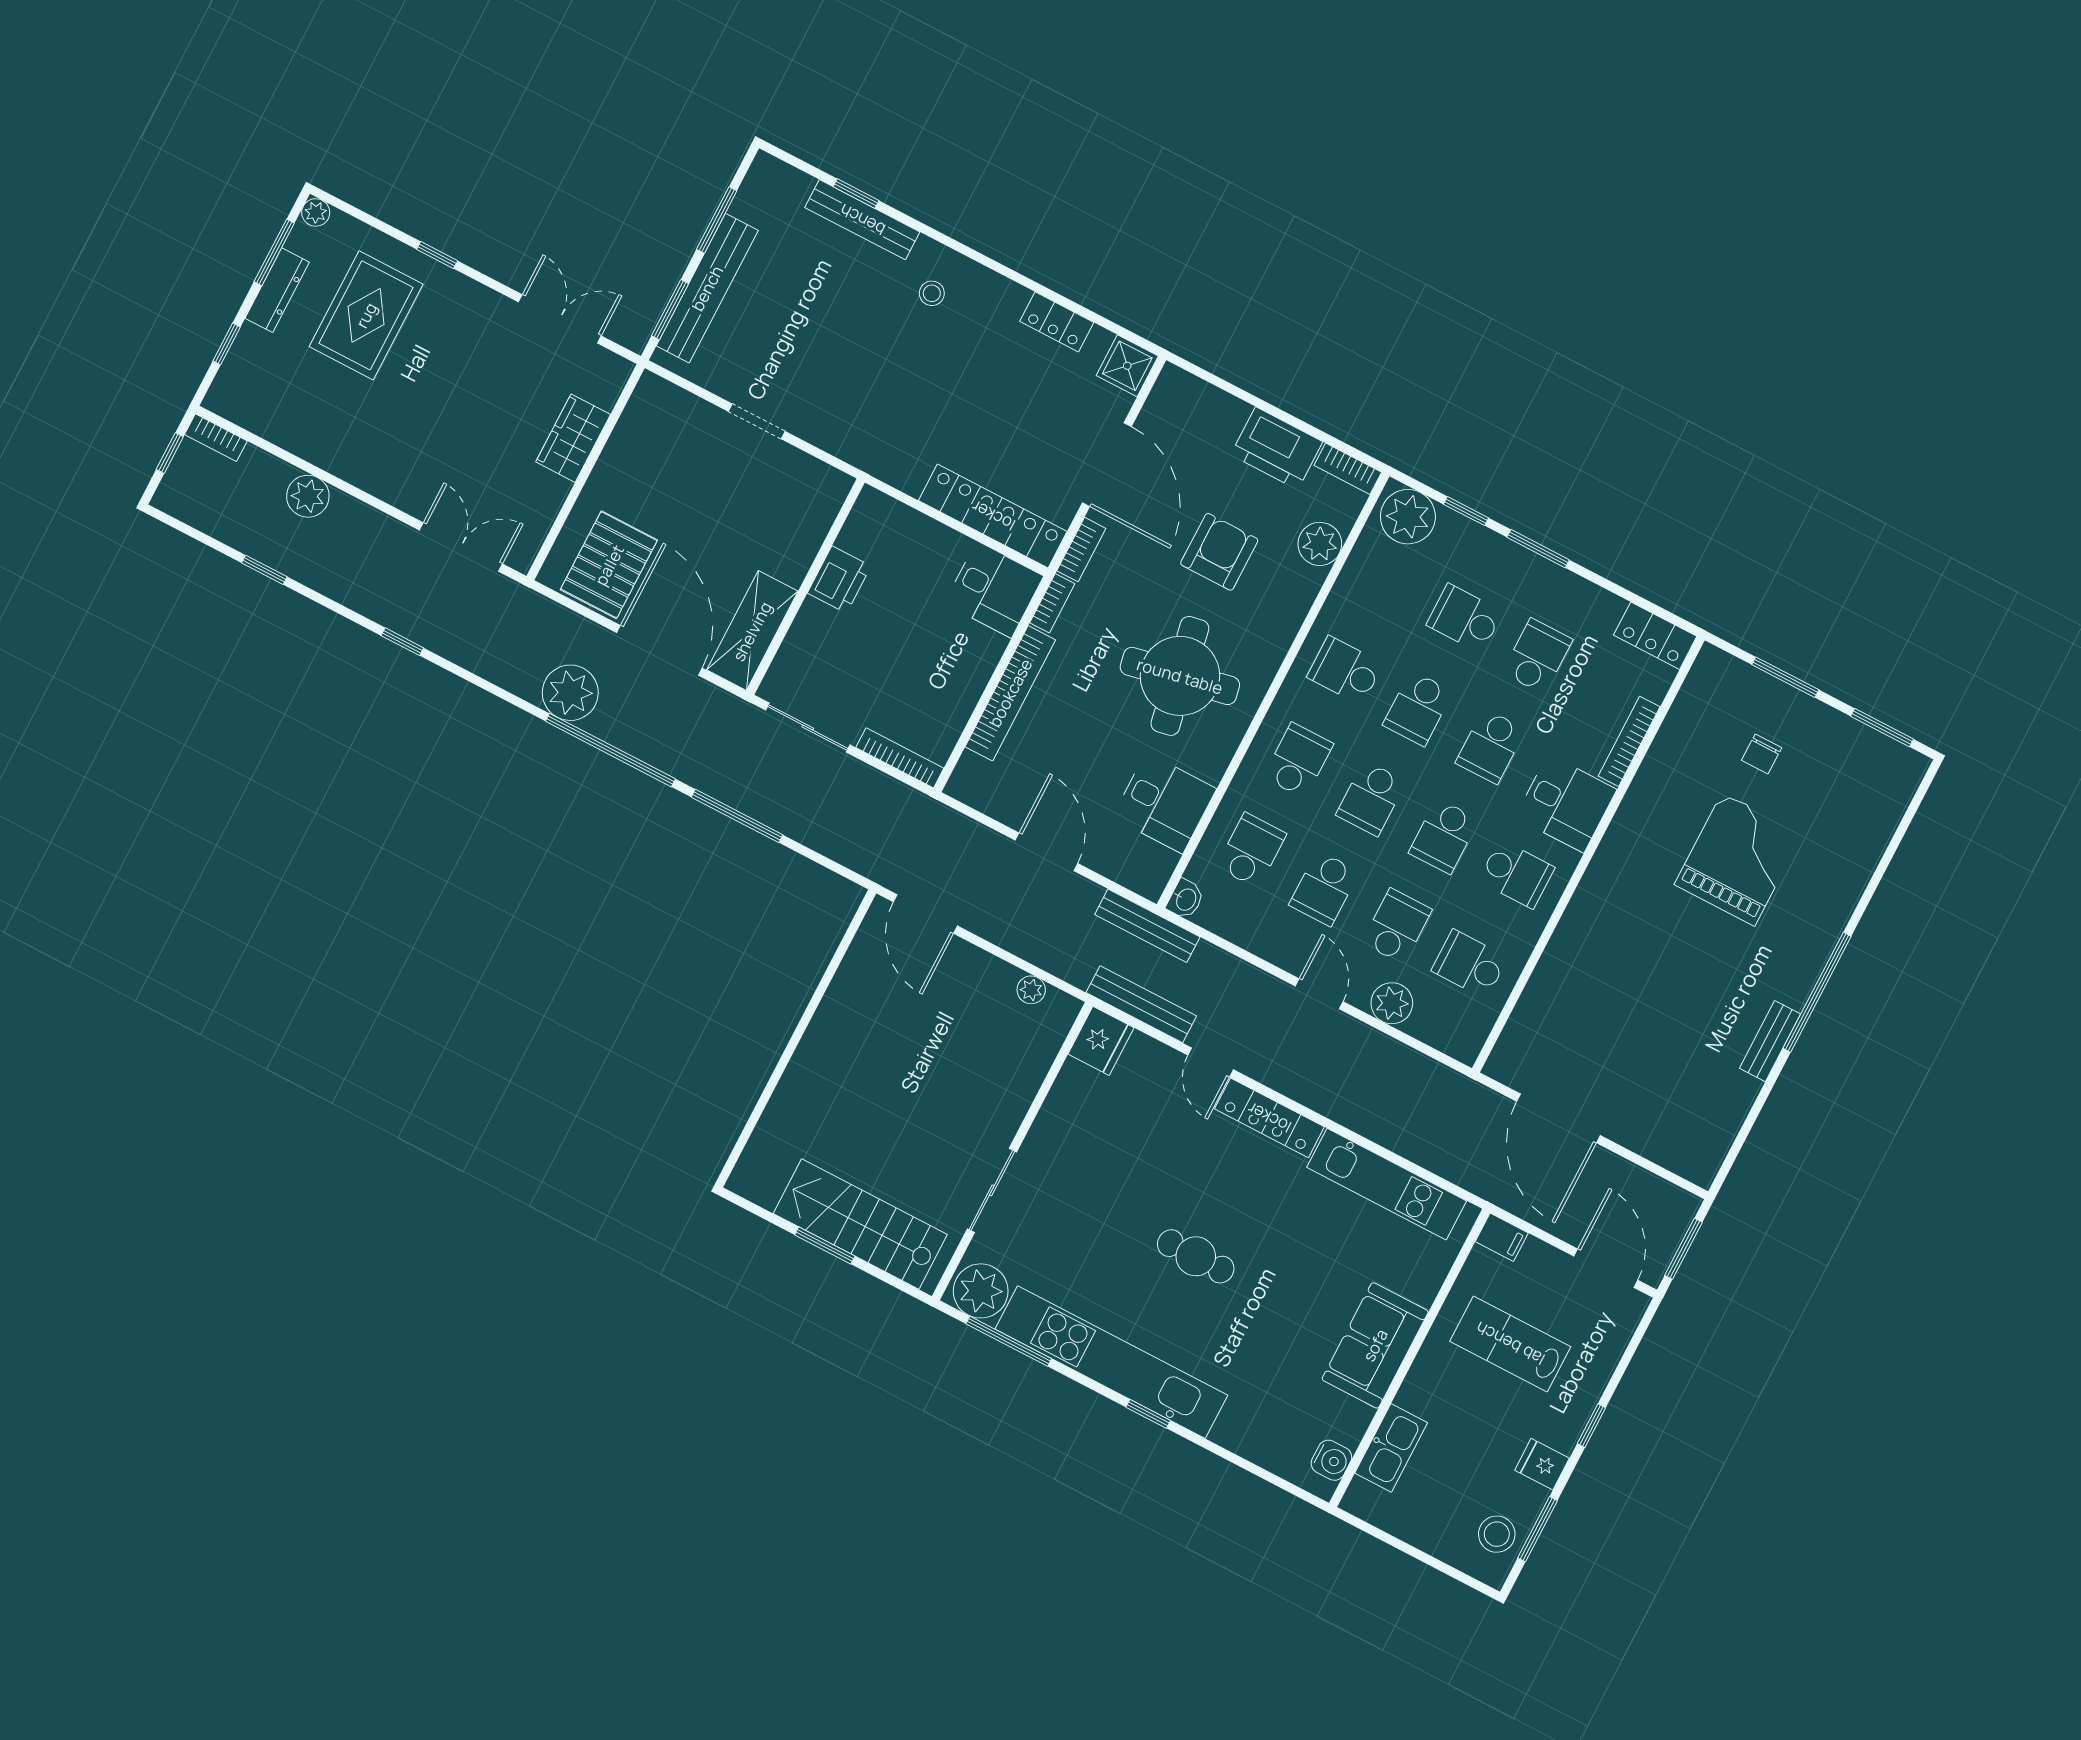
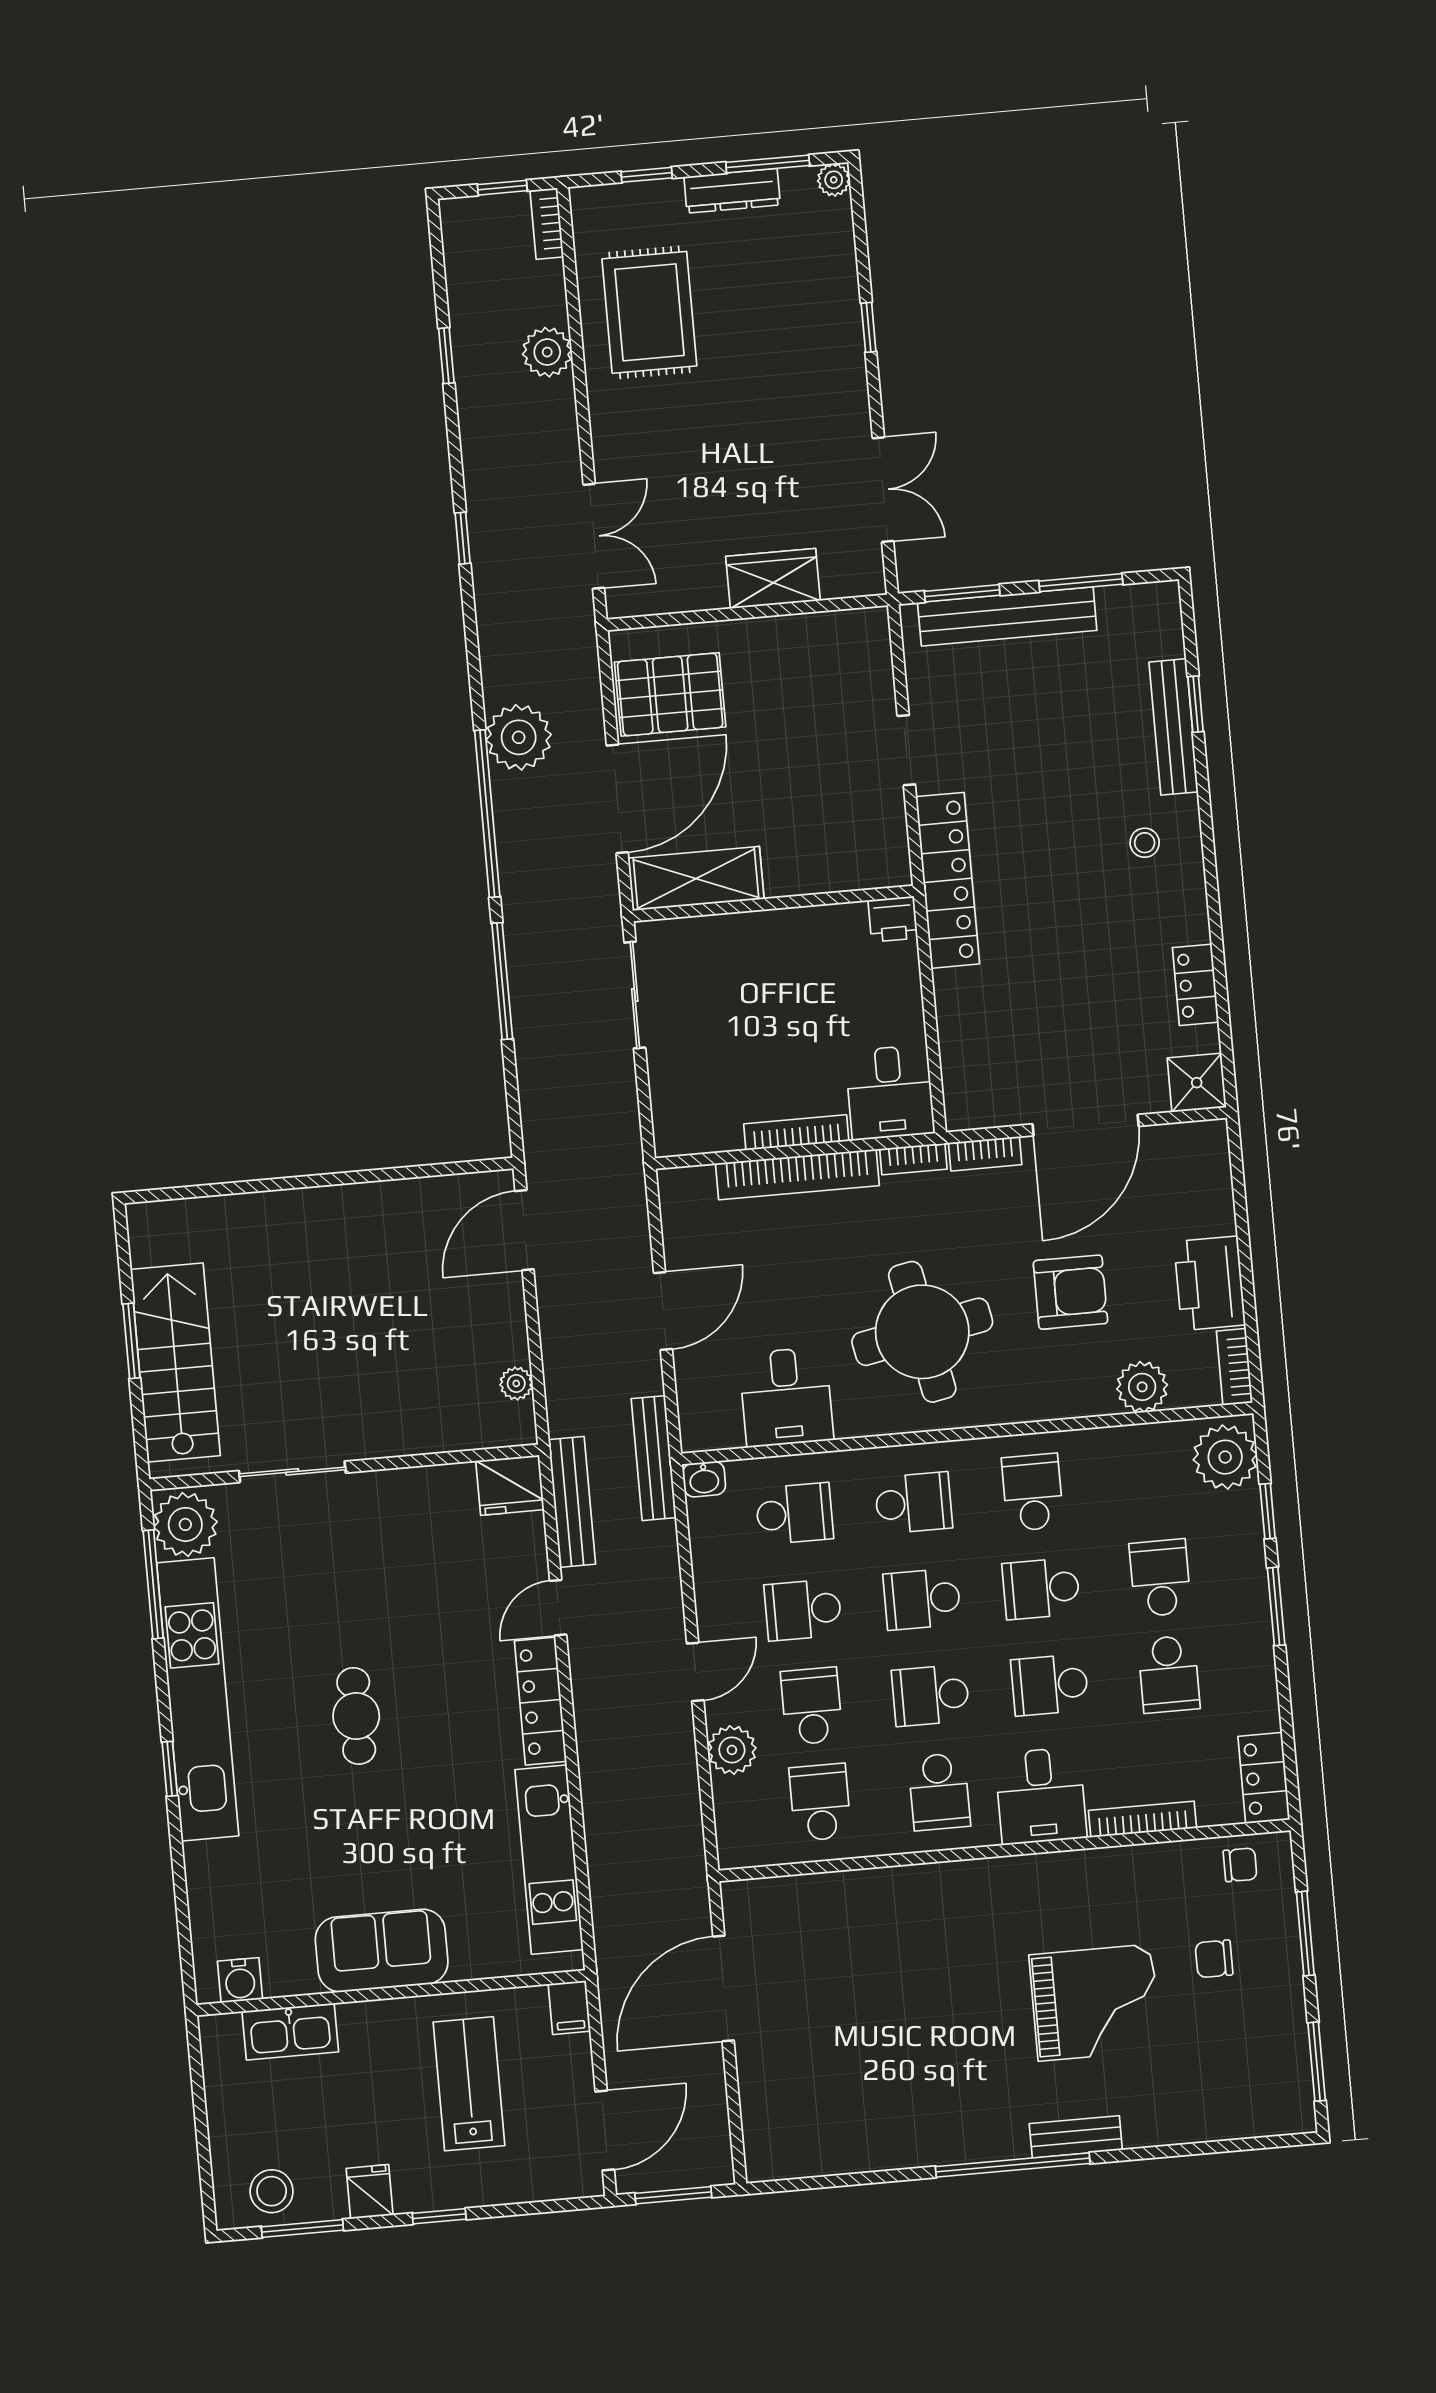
rug: (366, 315) -> (649, 312), moved, turned 90
locker: (993, 516) -> (948, 880), moved
printer: (839, 580) -> (893, 919), moved, width x0.73, depth x0.81
school desk: (1537, 656) -> (1169, 1674), turned 90
chair: (1706, 692) -> (1240, 1865), added
bookcase: (900, 758) -> (796, 1132), moved, turned -90
school desk: (1397, 926) -> (812, 1706), turned -90
bench: (1770, 1041) -> (1076, 2137), moved

